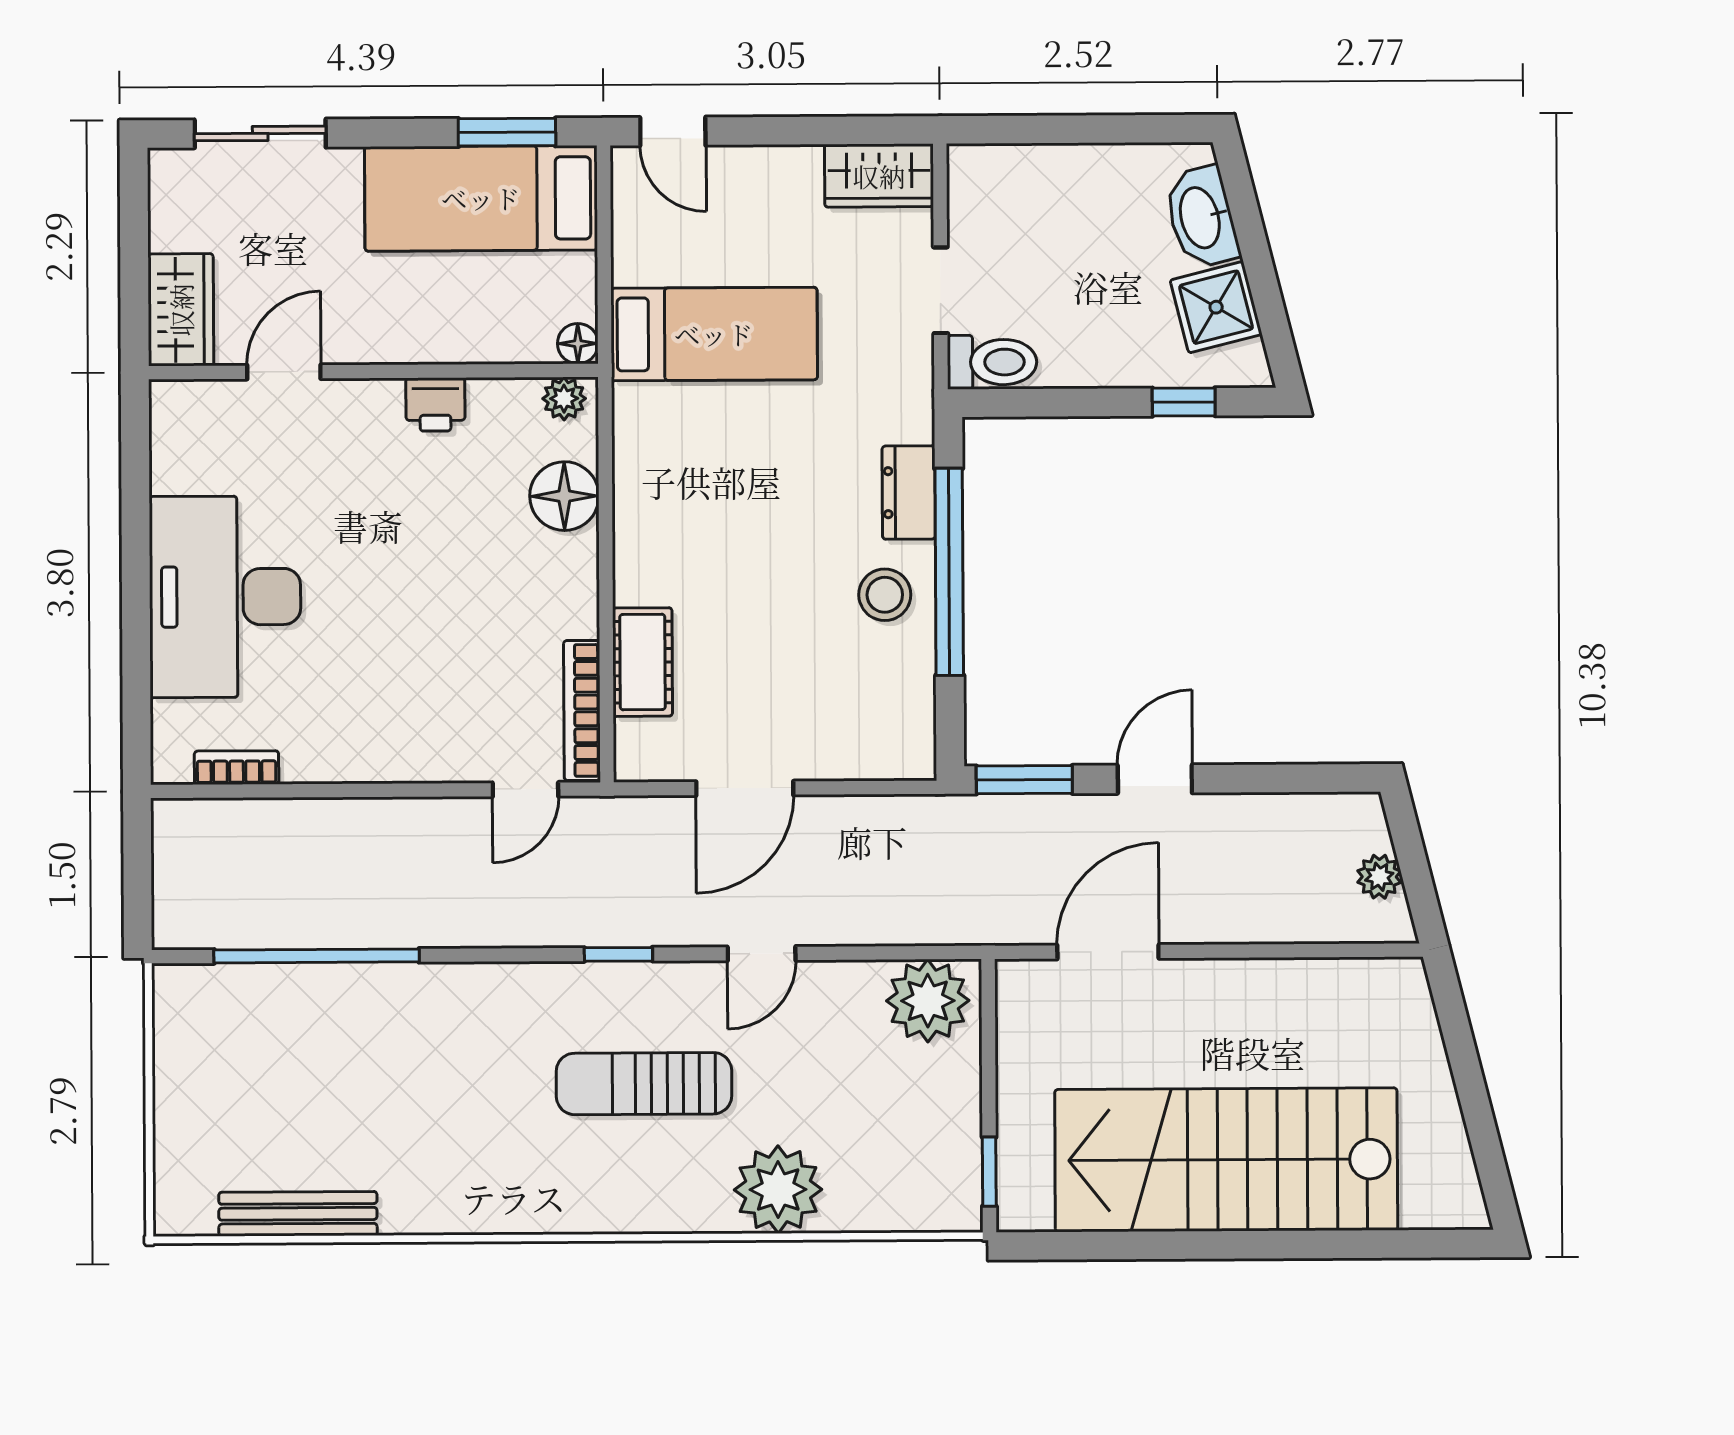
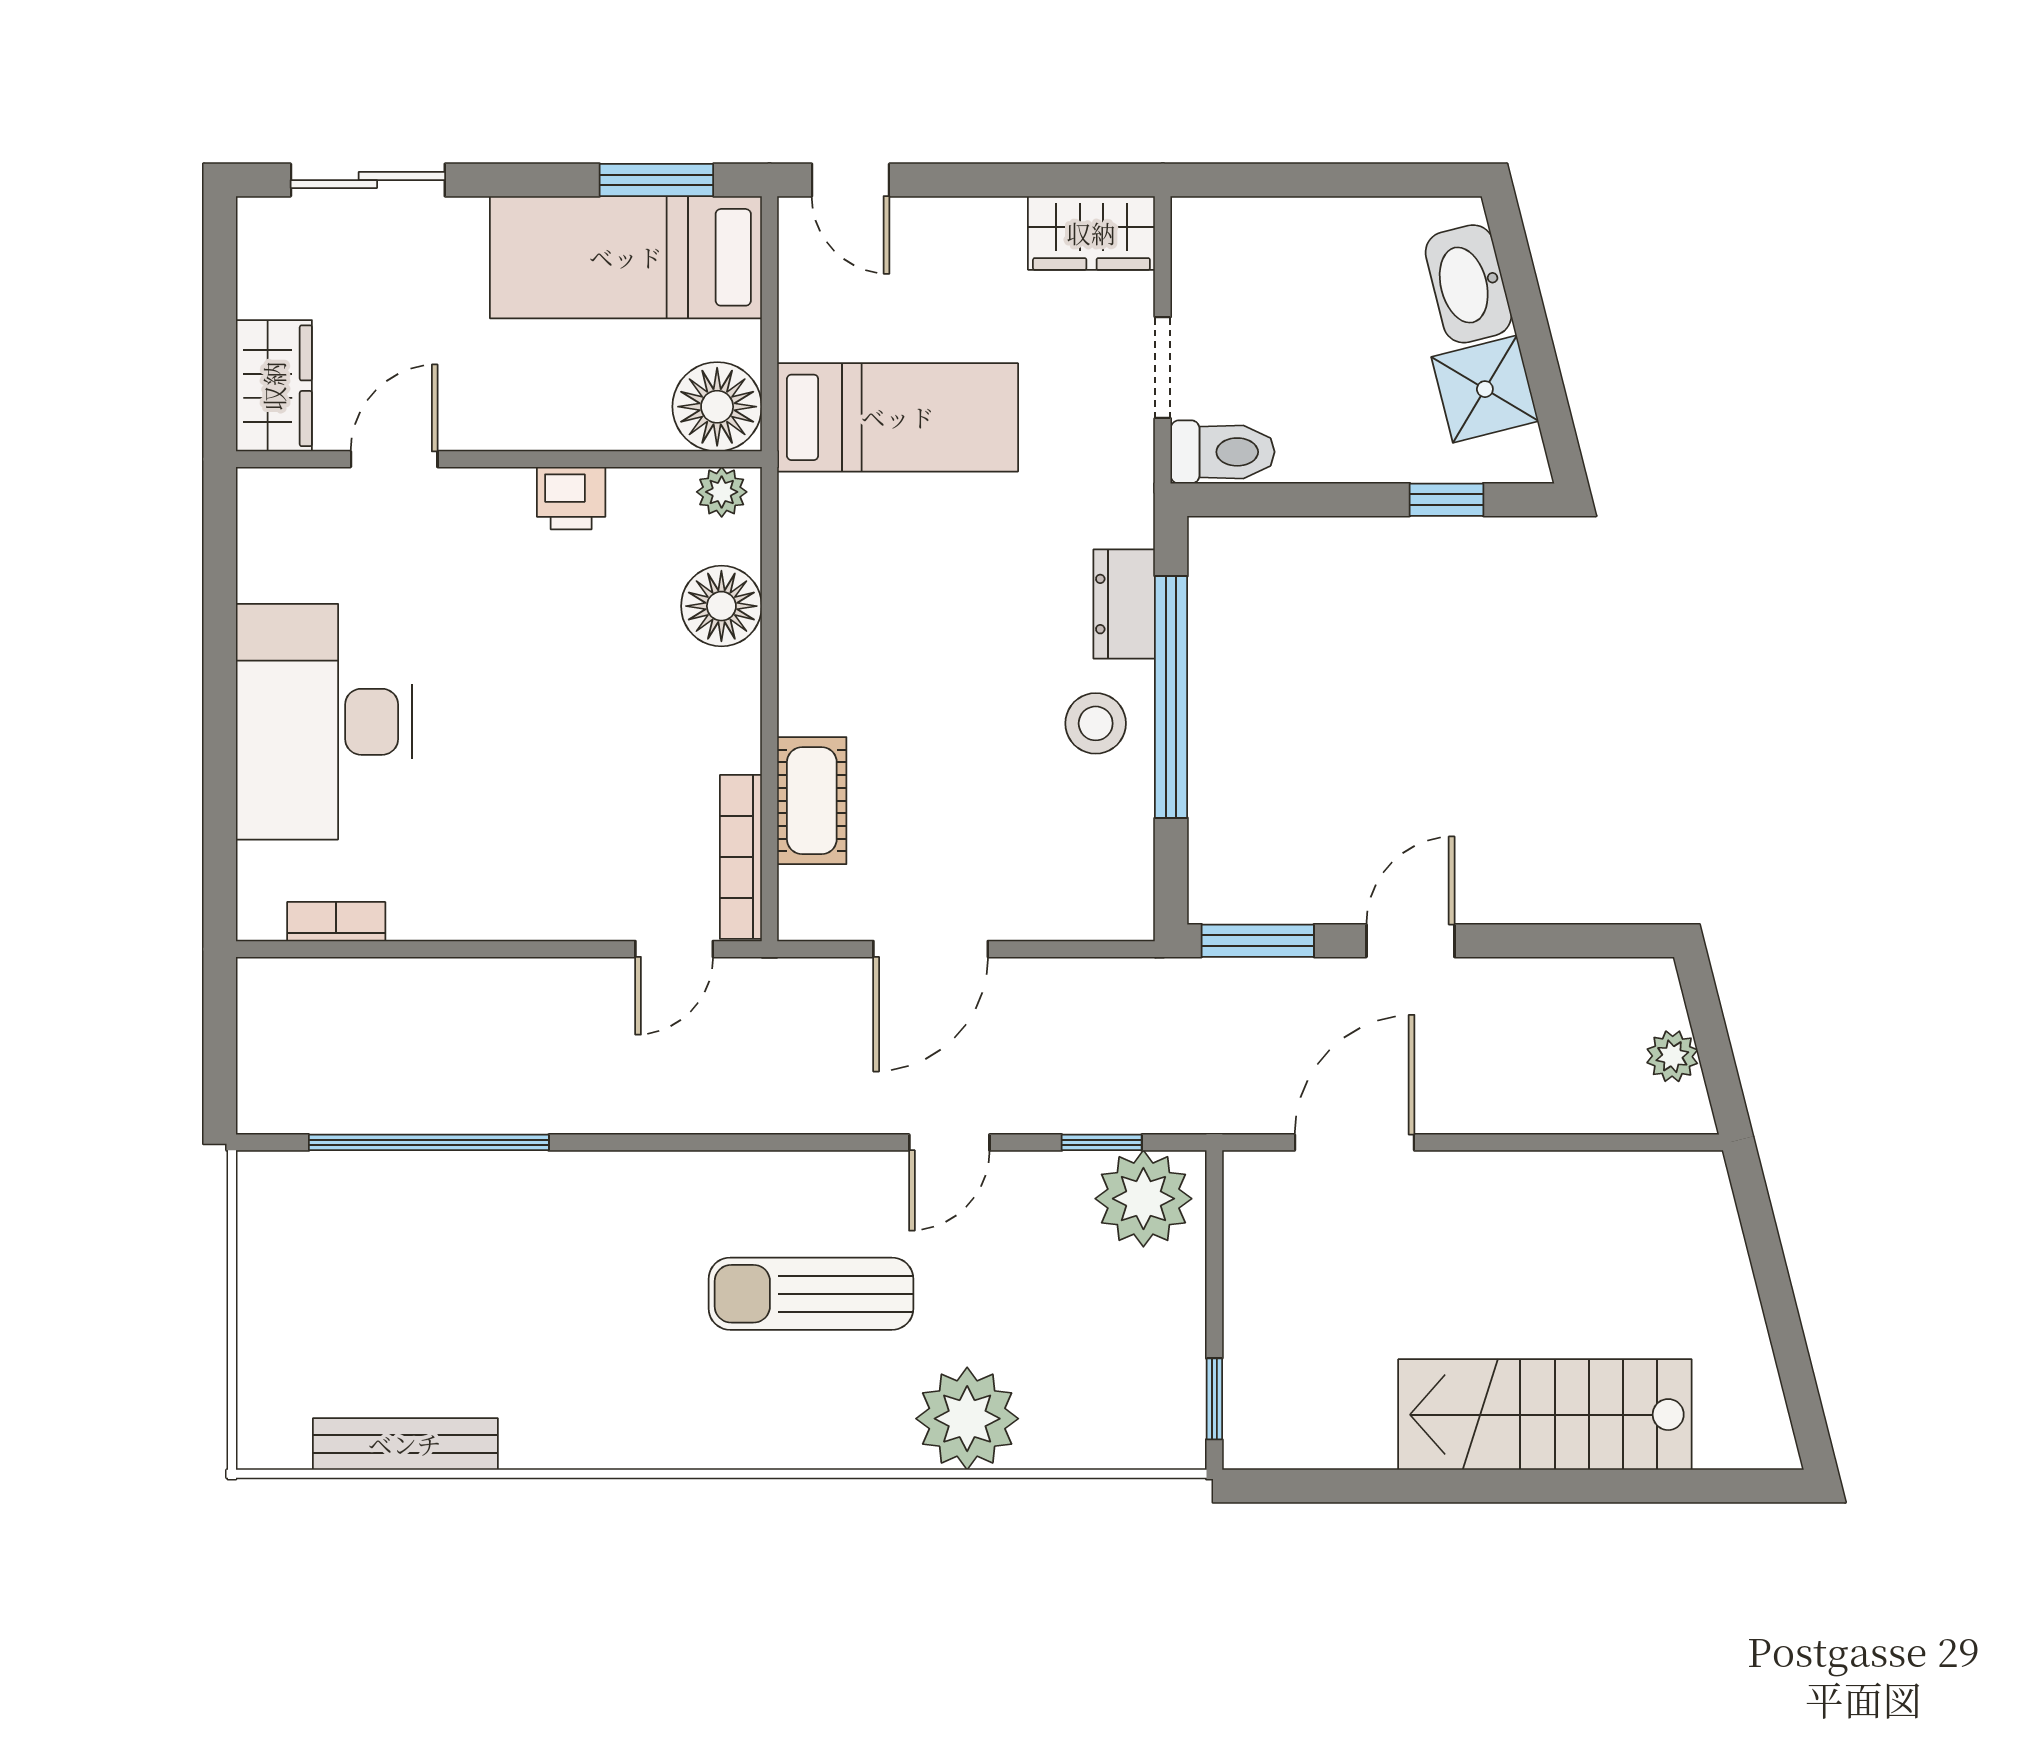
floor lamp: (578, 344) -> (717, 407), width x1.89, depth x1.89
window: (618, 954) -> (1102, 1142), moved
stairs: (1226, 1160) -> (1545, 1415), width x0.73, depth x0.66

